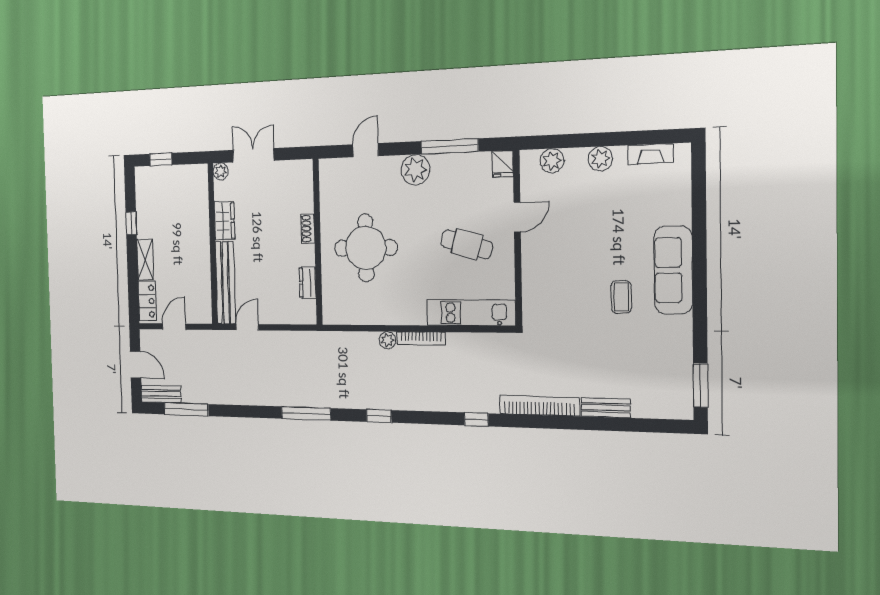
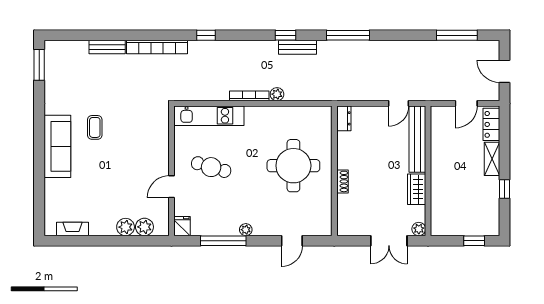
plant: (600, 159) -> (126, 227), moved
plant: (415, 170) -> (246, 230), width x0.53, depth x0.53
dresser: (308, 283) -> (344, 118), moved
bench: (161, 394) -> (298, 47), moved

